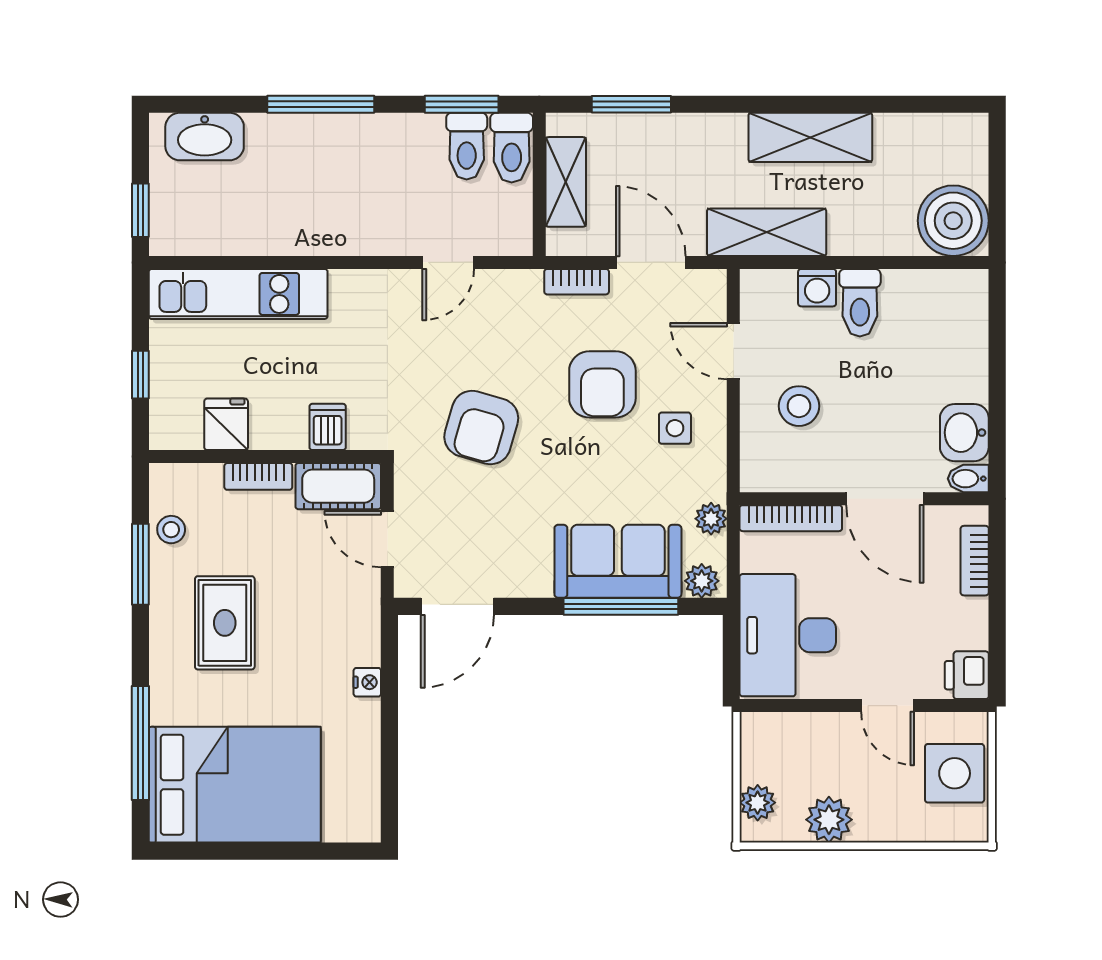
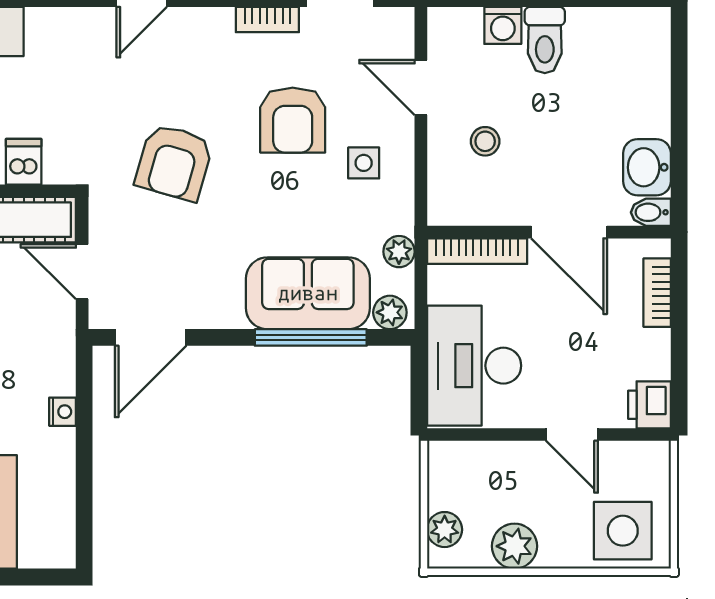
stool: (799, 406) -> (485, 141), width x0.73, depth x0.73
side table: (955, 773) -> (623, 531), moved

